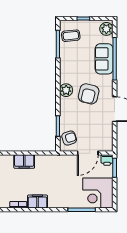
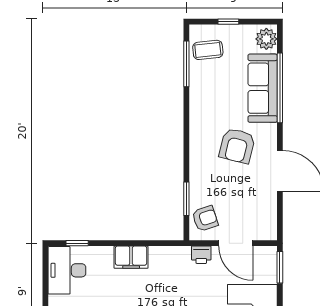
sofa: (104, 59) -> (263, 88), width x1.36
plant: (66, 90) -> (200, 140), removed
door: (88, 153) -> (236, 243), hinge flipped
printer: (107, 160) -> (201, 255), moved

